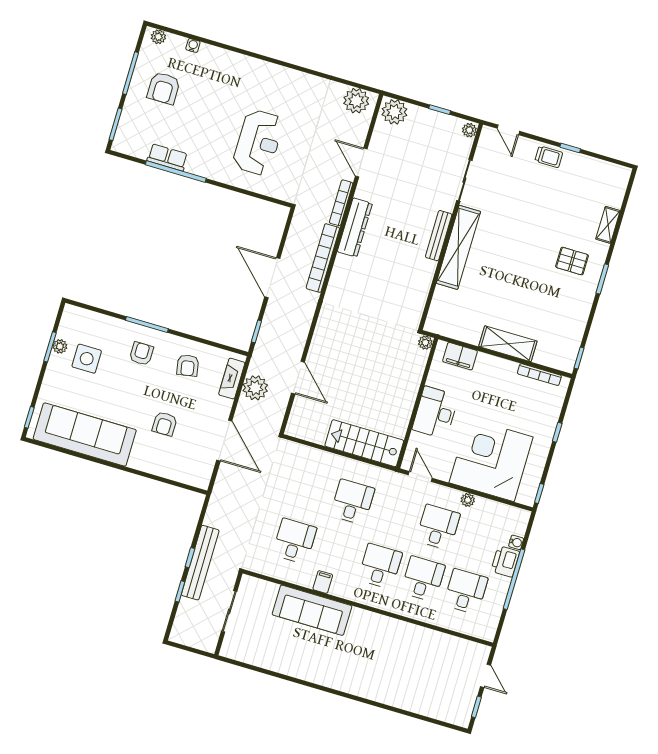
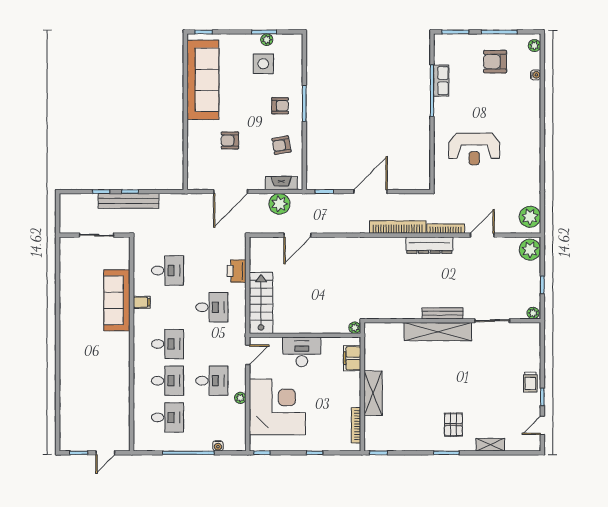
door: (508, 130) -> (542, 425), moved
printer: (505, 561) -> (237, 271), moved, turned -90

